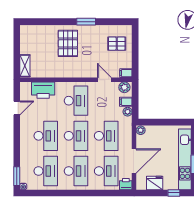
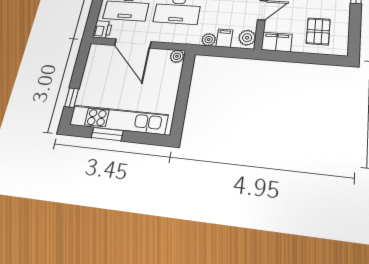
filing cabinet: (126, 73) -> (277, 42), width x2.00
fridge: (155, 183) -> (94, 70), removed

